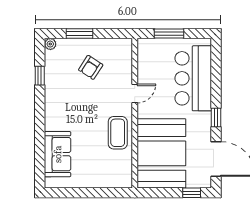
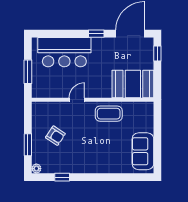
door: (135, 94) -> (77, 100), hinge flipped
booth: (161, 153) -> (133, 84), width x0.73, depth x0.70
sofa: (58, 154) -> (143, 151), moved, turned -90

